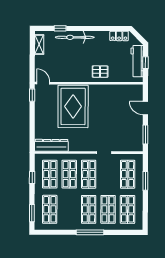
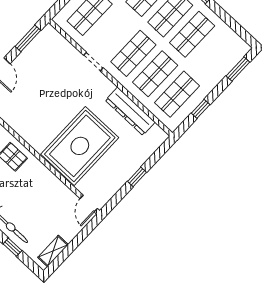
window: (32, 95) -> (137, 177), moved
dresser: (51, 145) -> (130, 111), moved
shop shelf: (50, 209) -> (192, 34), moved

